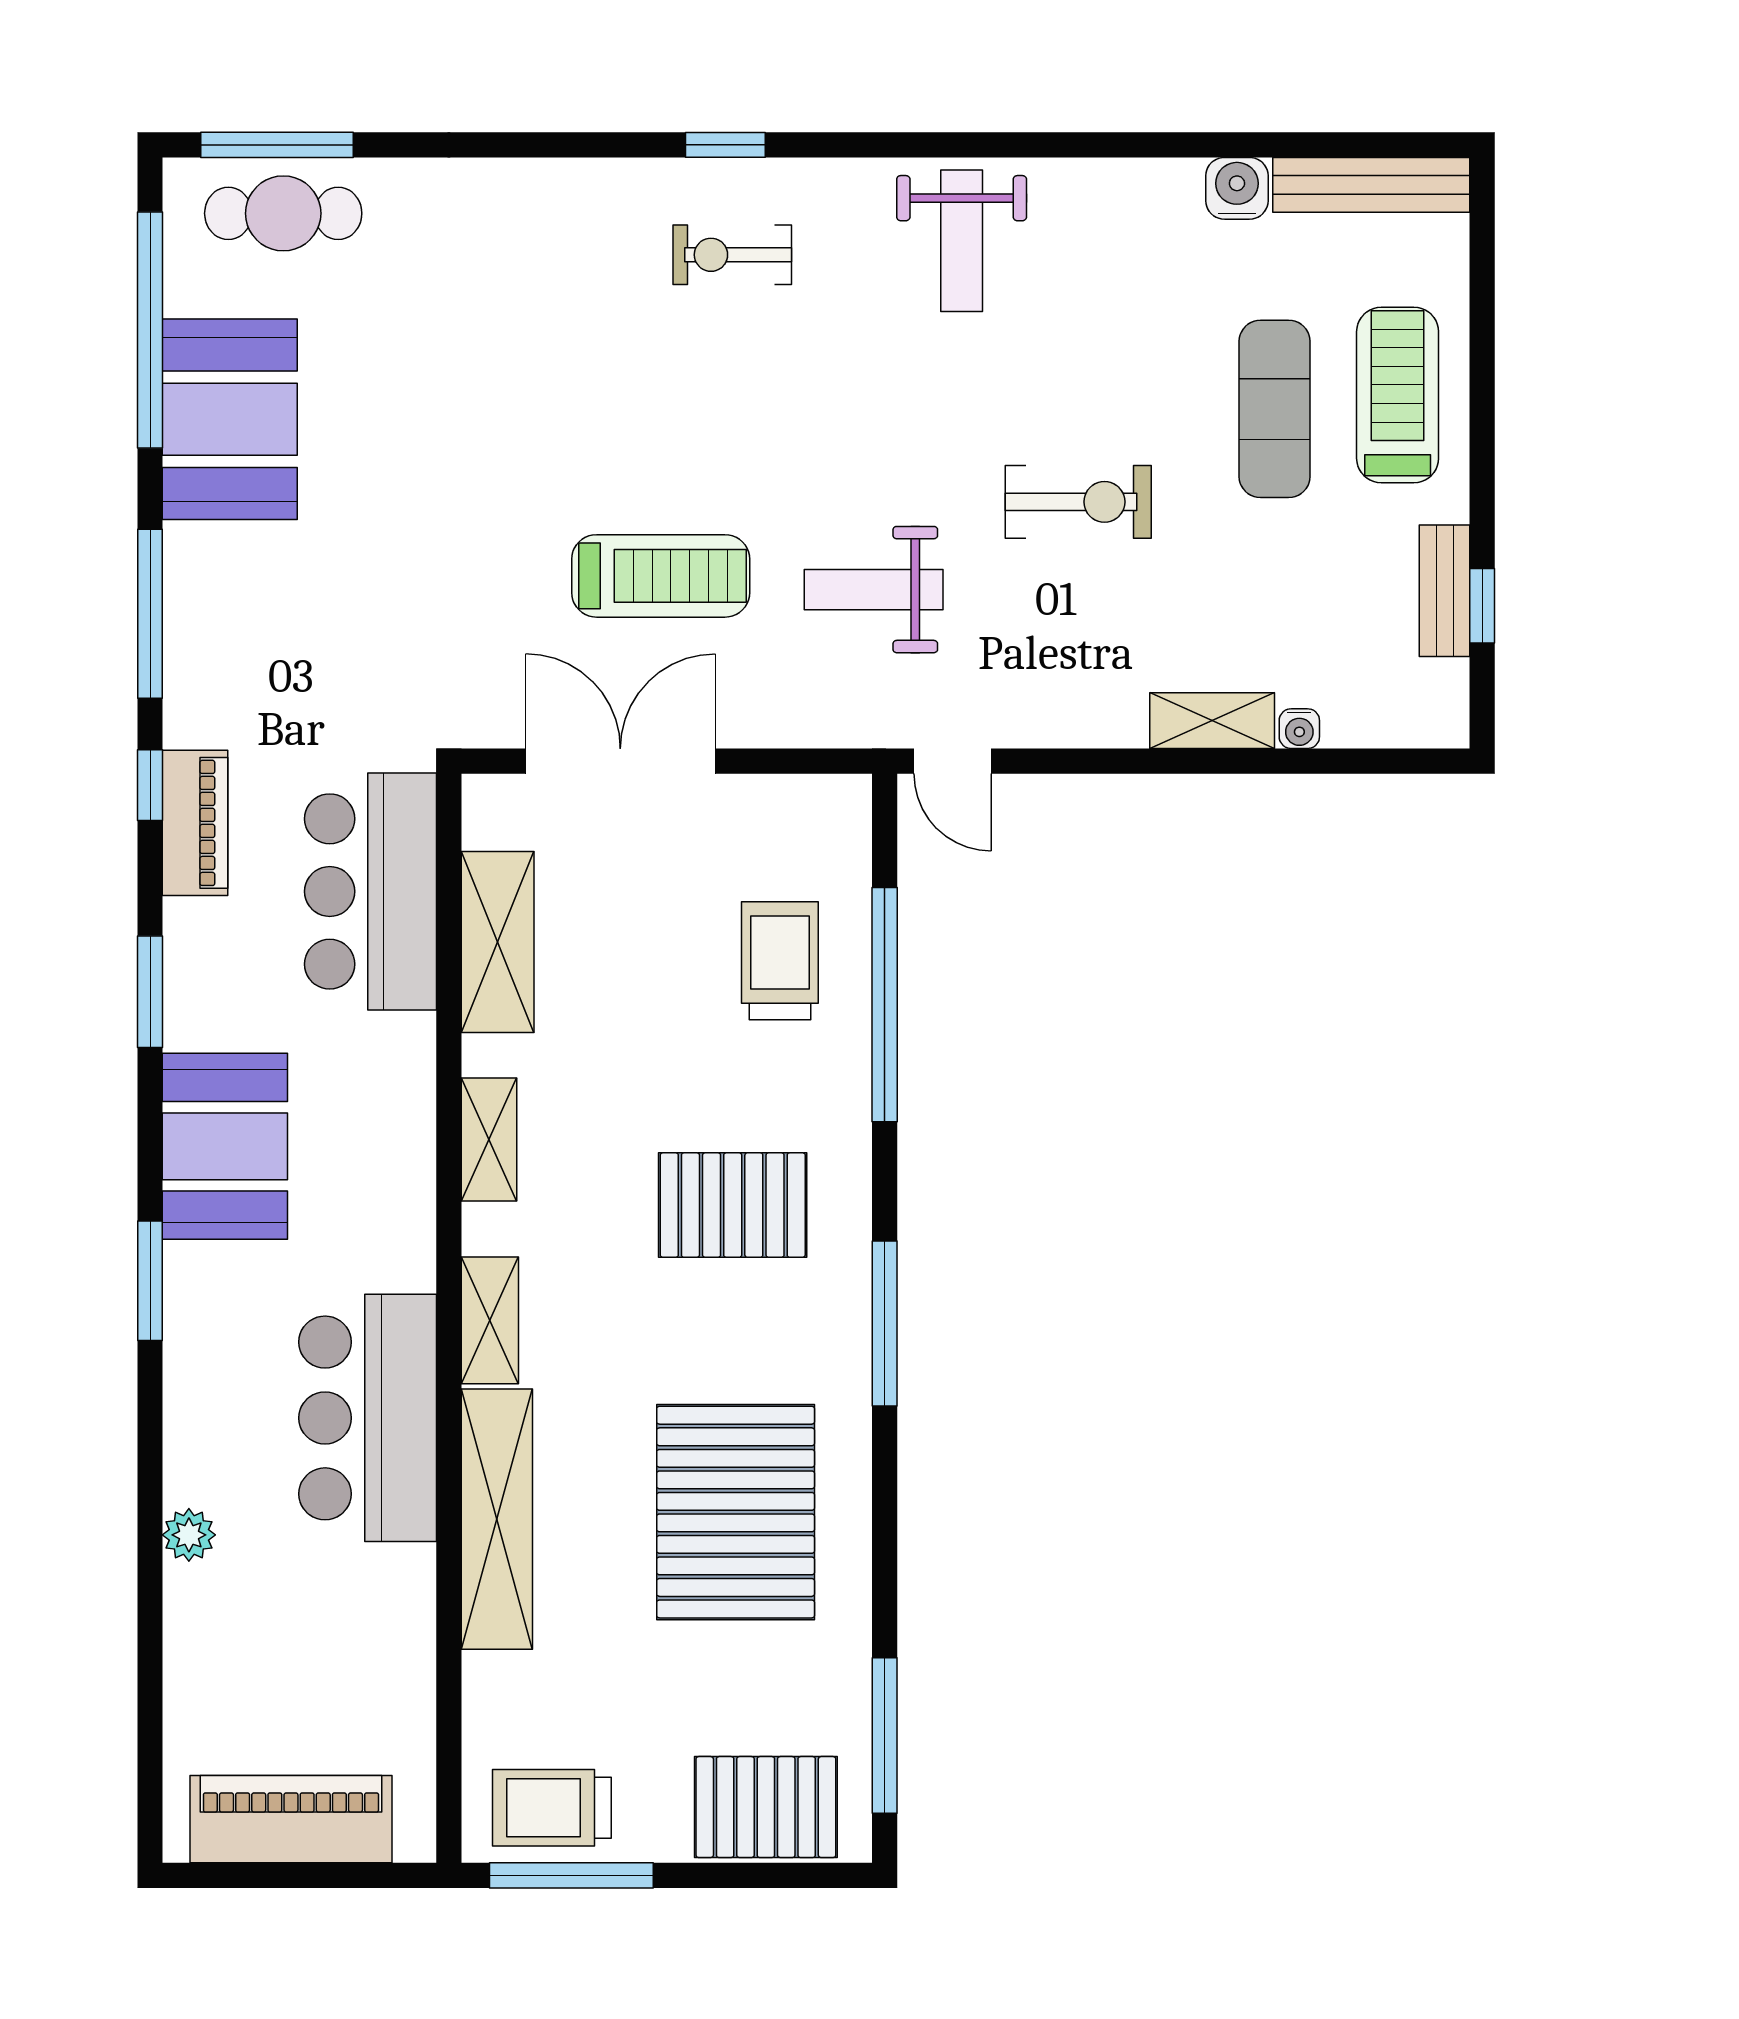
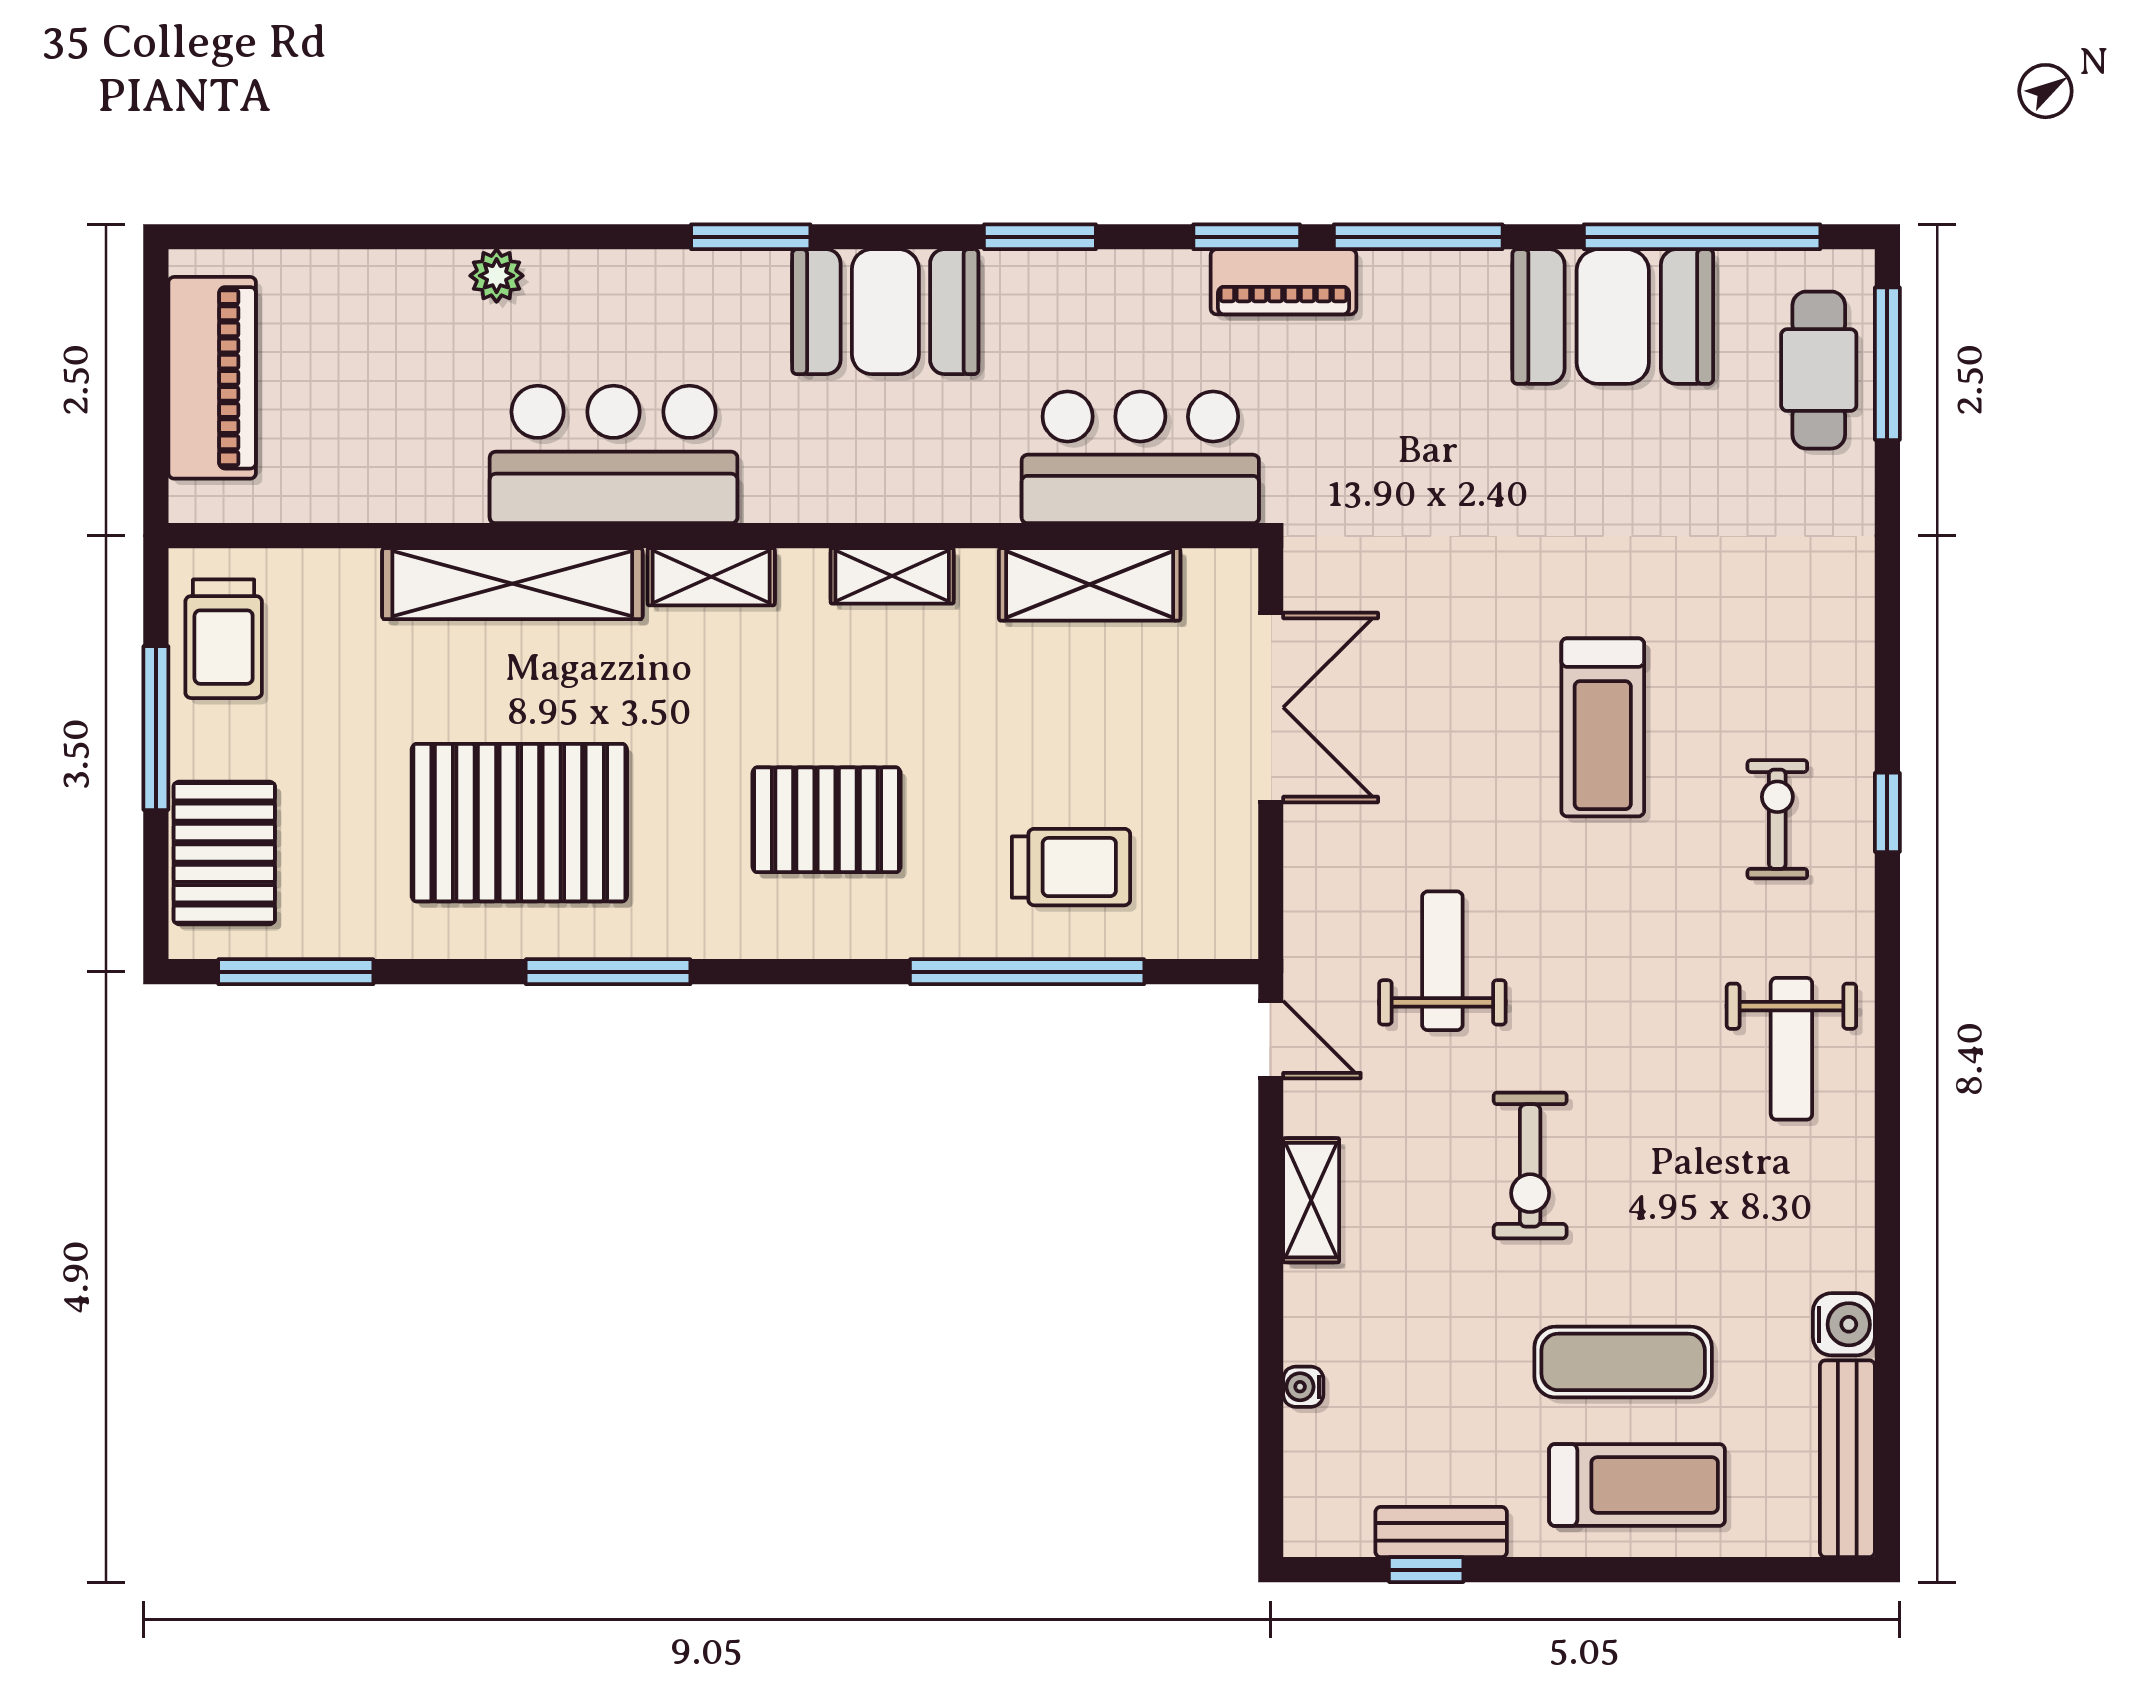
weight bench: (962, 241) -> (1791, 1049), turned -90
treadmill: (661, 576) -> (1603, 727), moved
shelving: (1212, 721) -> (1311, 1200), moved
door: (952, 761) -> (1271, 1040), swing flipped
window: (150, 785) -> (1247, 237), width x1.50
piano: (195, 823) -> (1284, 282), moved
pallet: (733, 1205) -> (827, 820), turned 90
window: (885, 1324) -> (608, 972), moved
trolley: (552, 1808) -> (224, 639), turned 180
window: (571, 1875) -> (156, 728), moved

